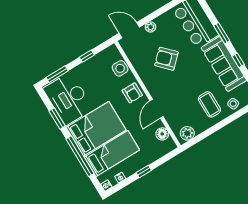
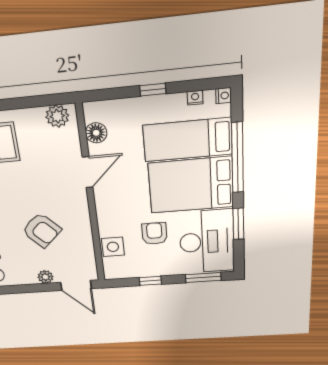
armchair: (132, 93) -> (154, 234), moved

